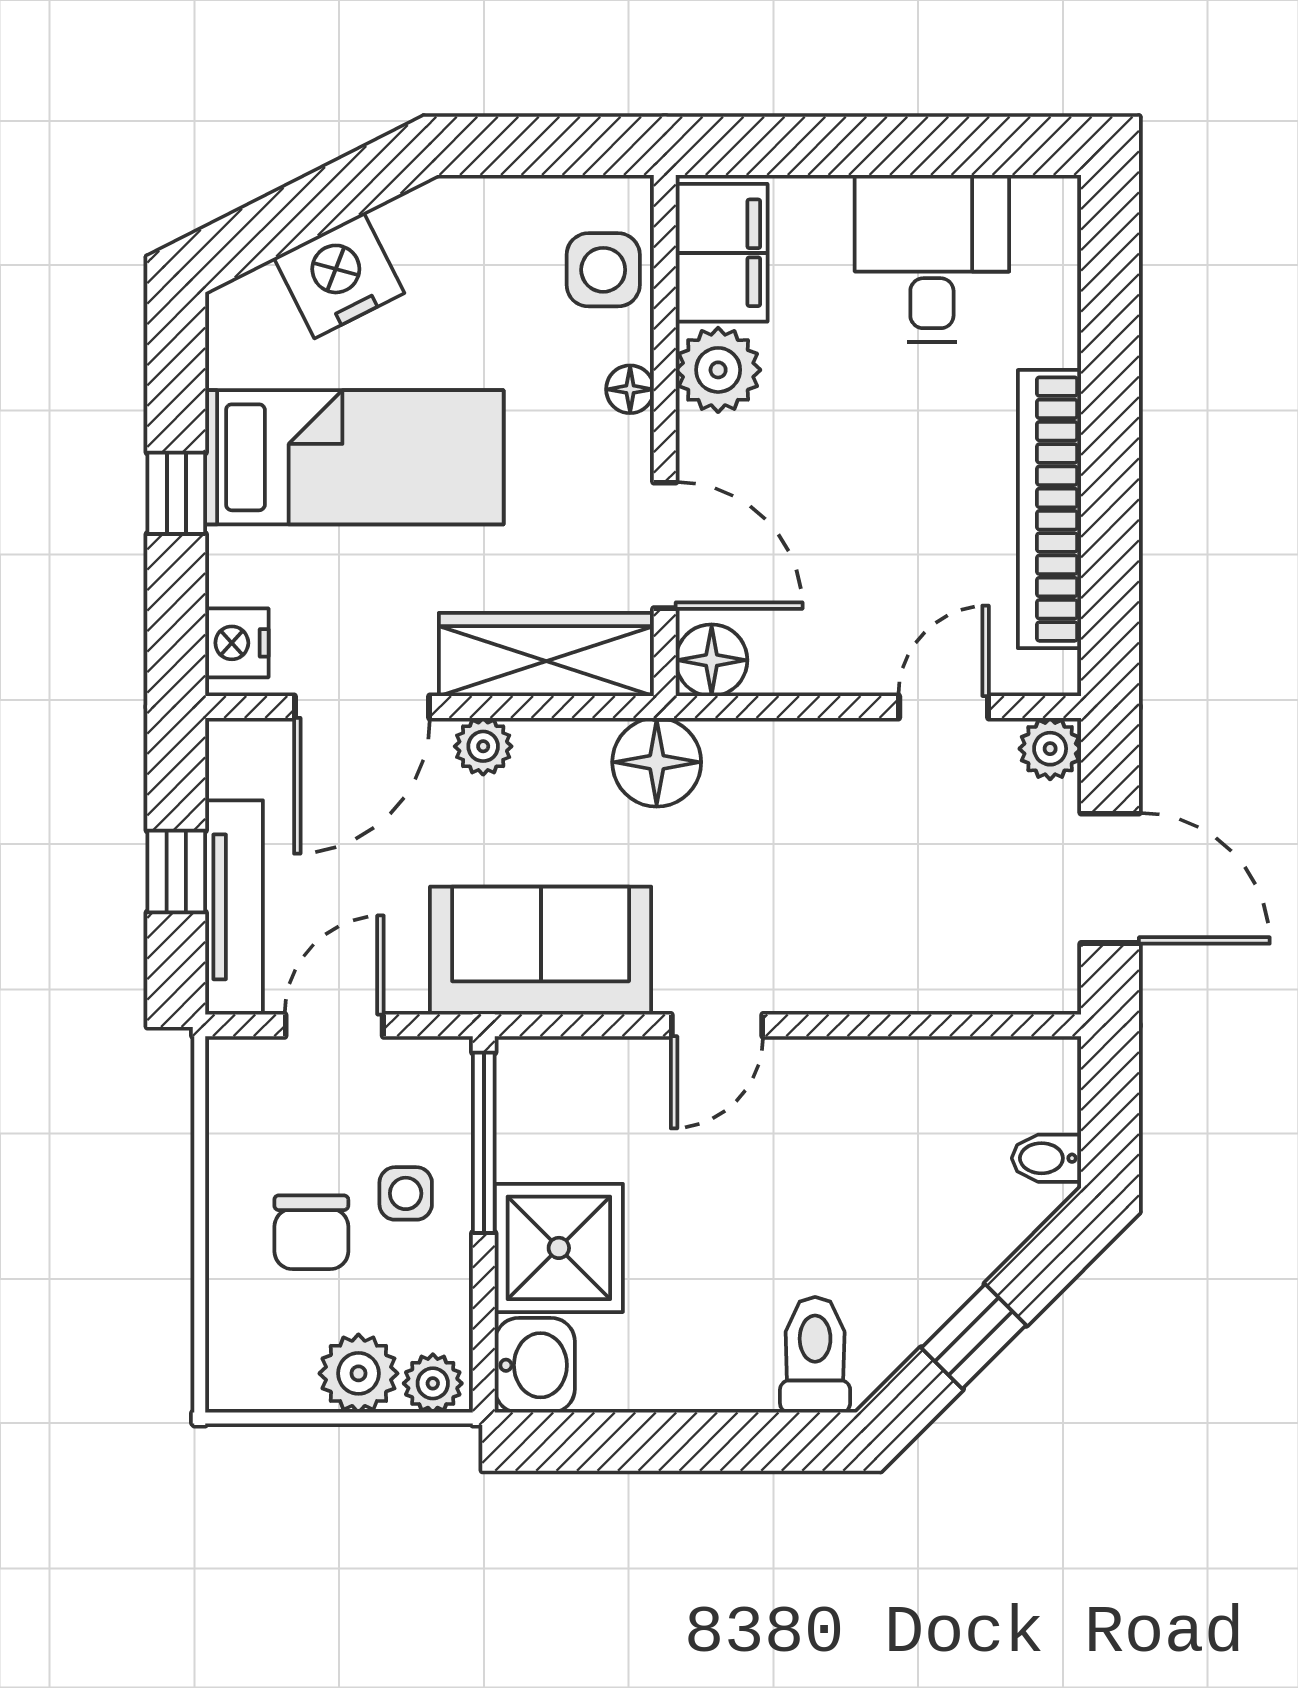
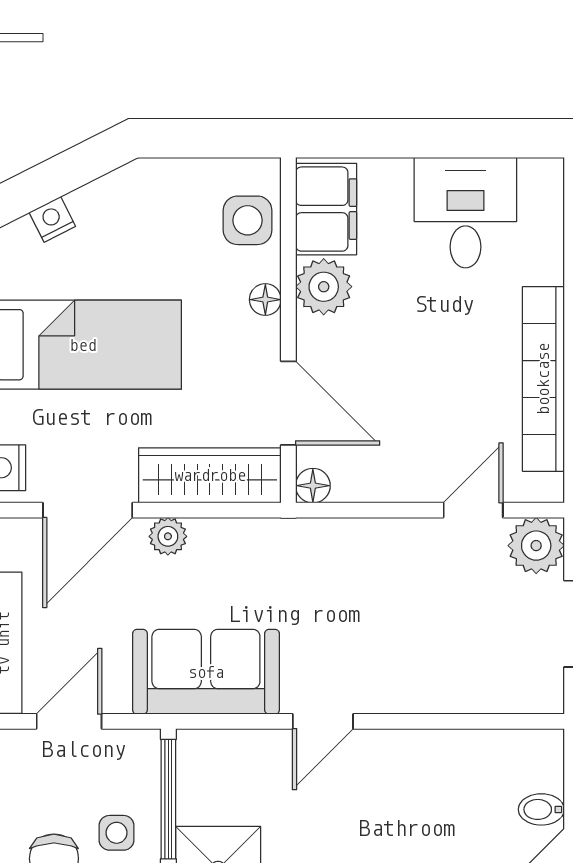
nightstand: (339, 275) -> (52, 219), width x0.53, depth x0.56
floor lamp: (712, 660) -> (313, 486), width x0.73, depth x0.73
plant: (1050, 749) -> (536, 546), width x1.38, depth x1.38
floor lamp: (657, 762) -> (283, 547), removed

